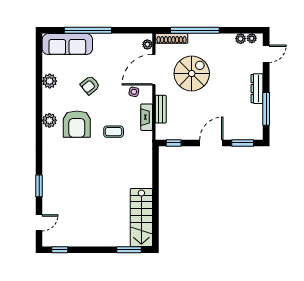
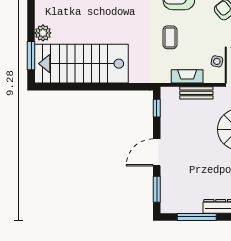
door: (211, 143) -> (157, 152), swing flipped
stairs: (141, 217) -> (81, 64), width x1.36, depth x1.51
plant: (110, 240) -> (43, 33), added

